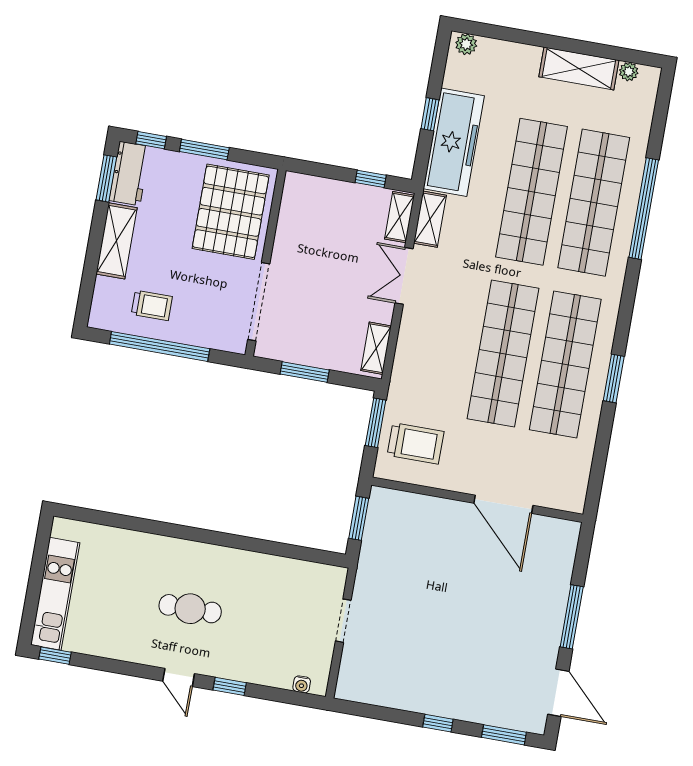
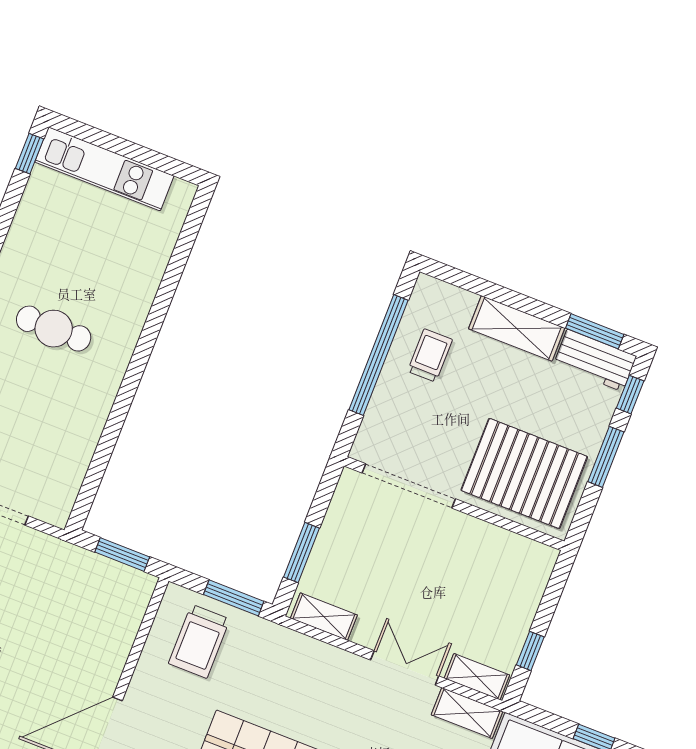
trolley: (152, 305) -> (430, 355), turned 180
window: (305, 372) -> (301, 553), moved
cafe table: (190, 609) -> (54, 329), turned 90

